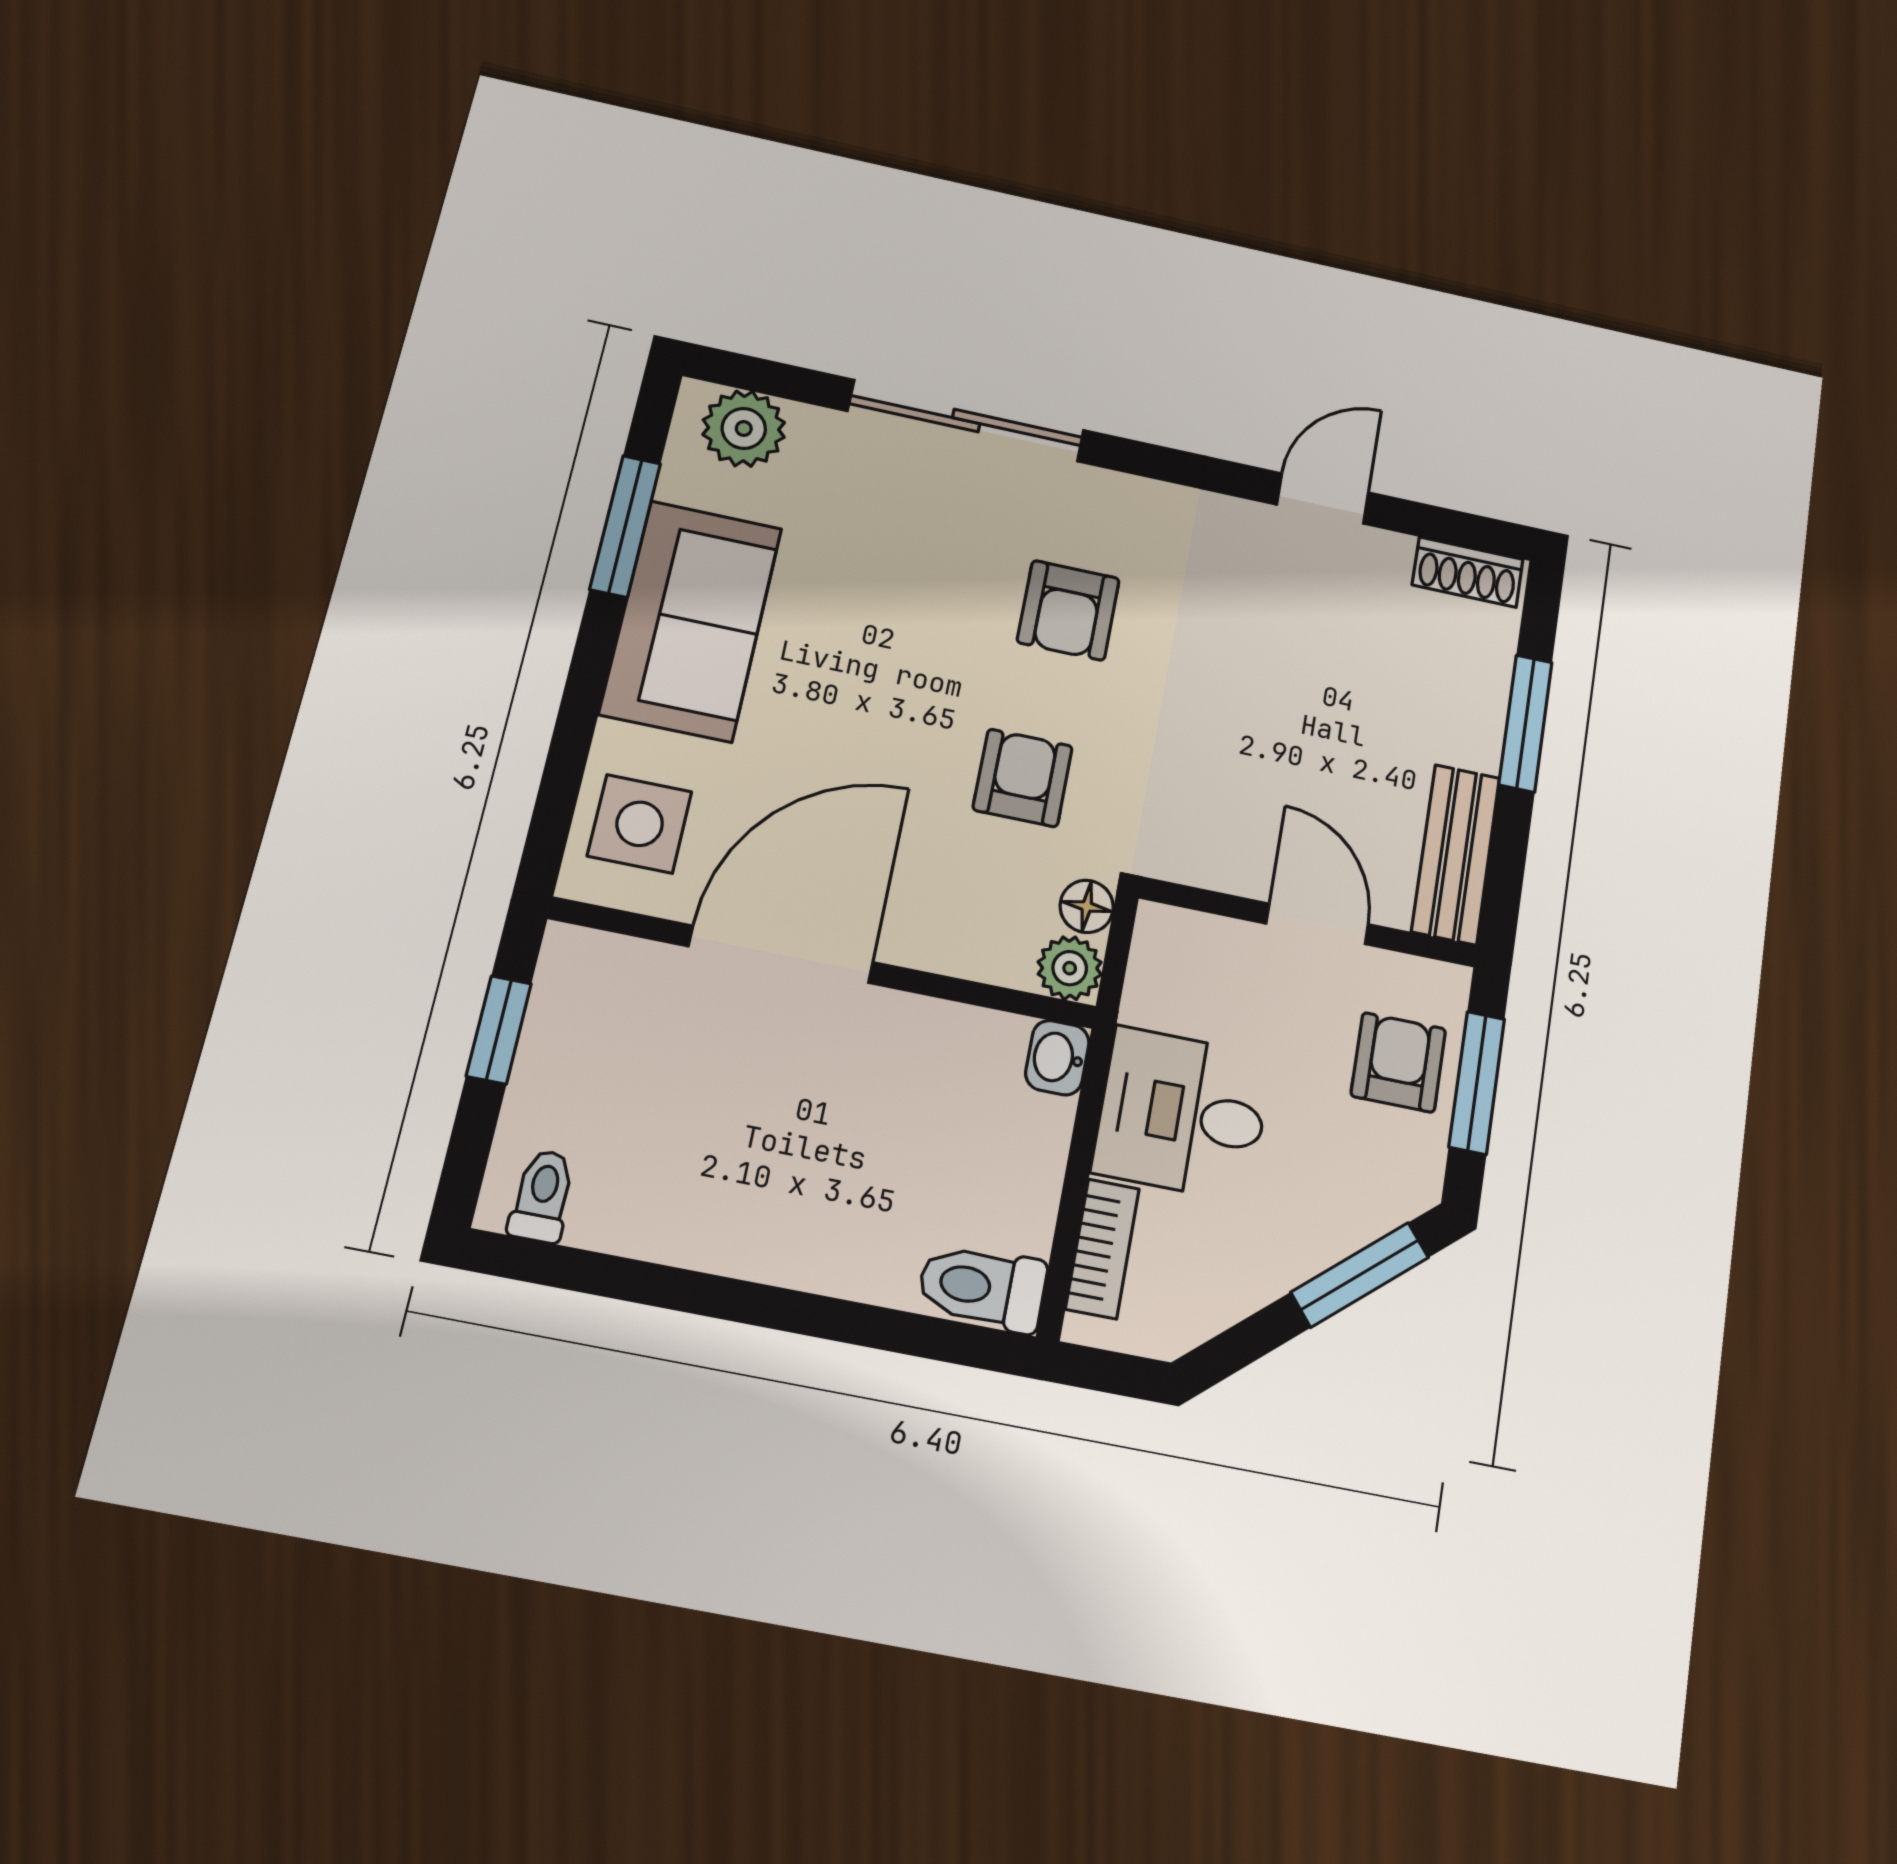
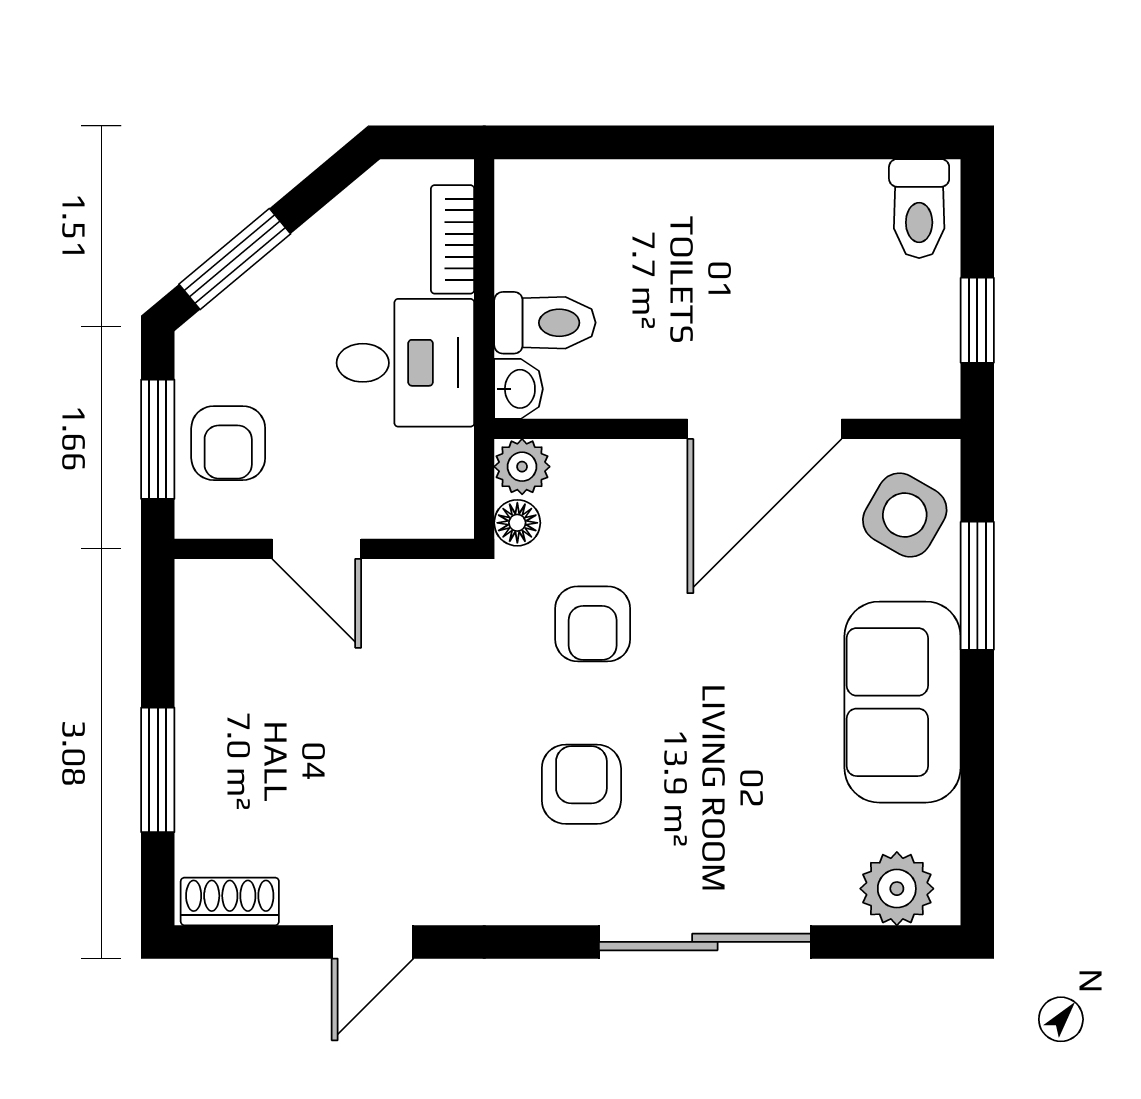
window: (625, 526) -> (977, 586), moved
side table: (640, 824) -> (905, 515), turned 30
bench: (1456, 854) -> (204, 636), removed
toilet: (542, 1196) -> (919, 209), width x1.37, depth x1.39
toilet: (982, 1287) -> (545, 323), moved

